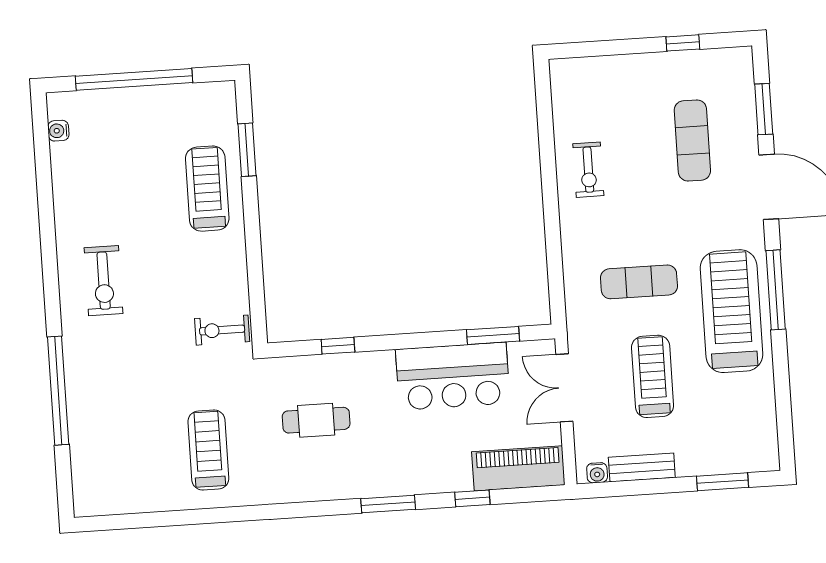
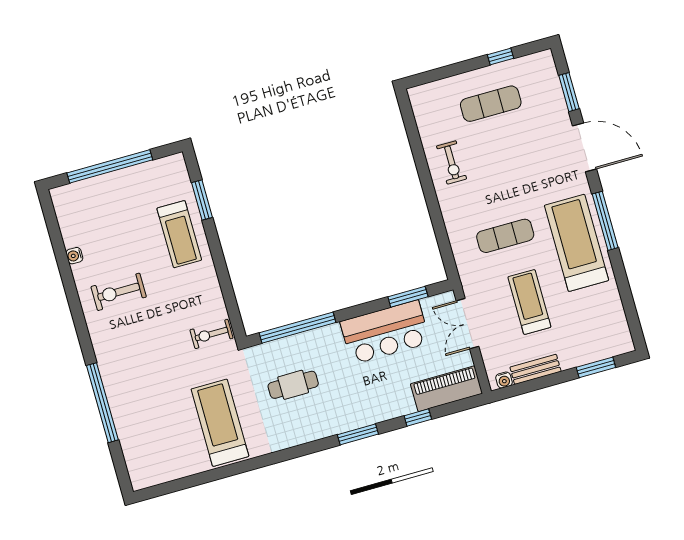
water cooler: (58, 131) -> (74, 256), moved
exercise mat: (692, 140) -> (491, 104), moved, turned 90
treadmill: (207, 189) -> (179, 234), turned 180
exercise bike: (104, 281) -> (119, 292), moved, turned 90
window: (338, 346) -> (298, 328), width x3.17
treadmill: (208, 450) -> (220, 423), width x1.37, depth x1.38

